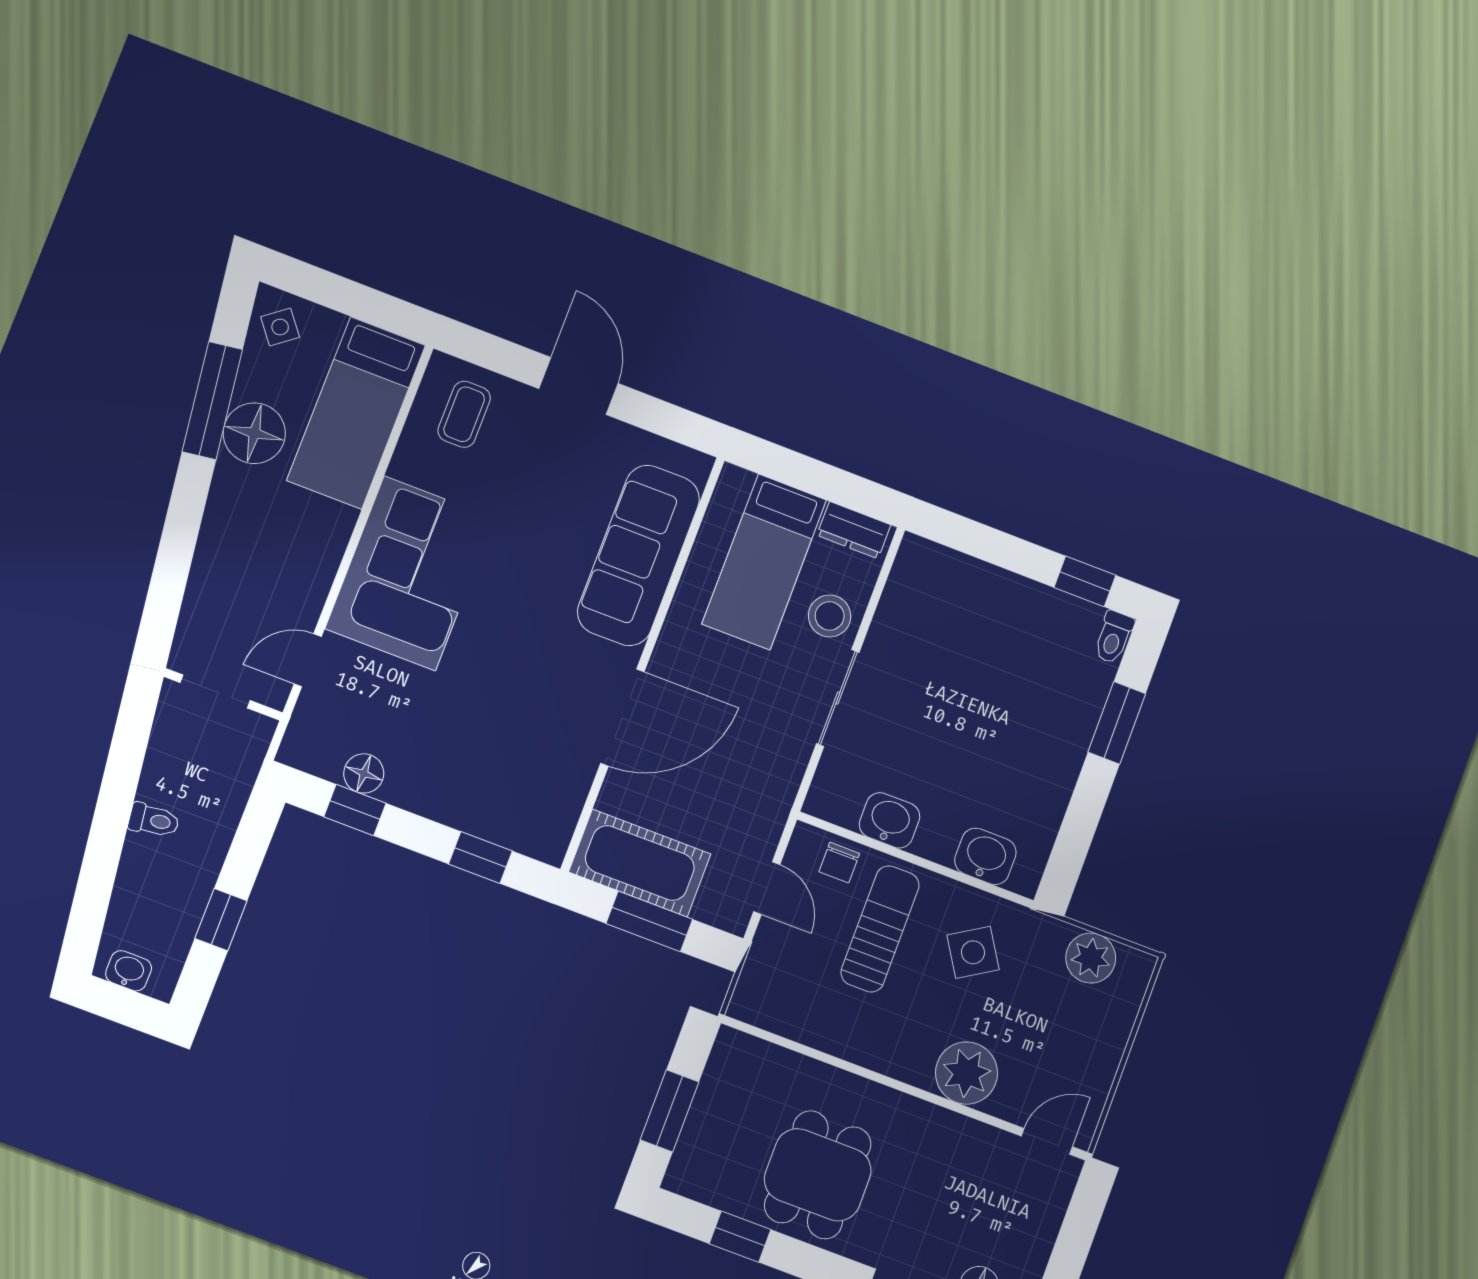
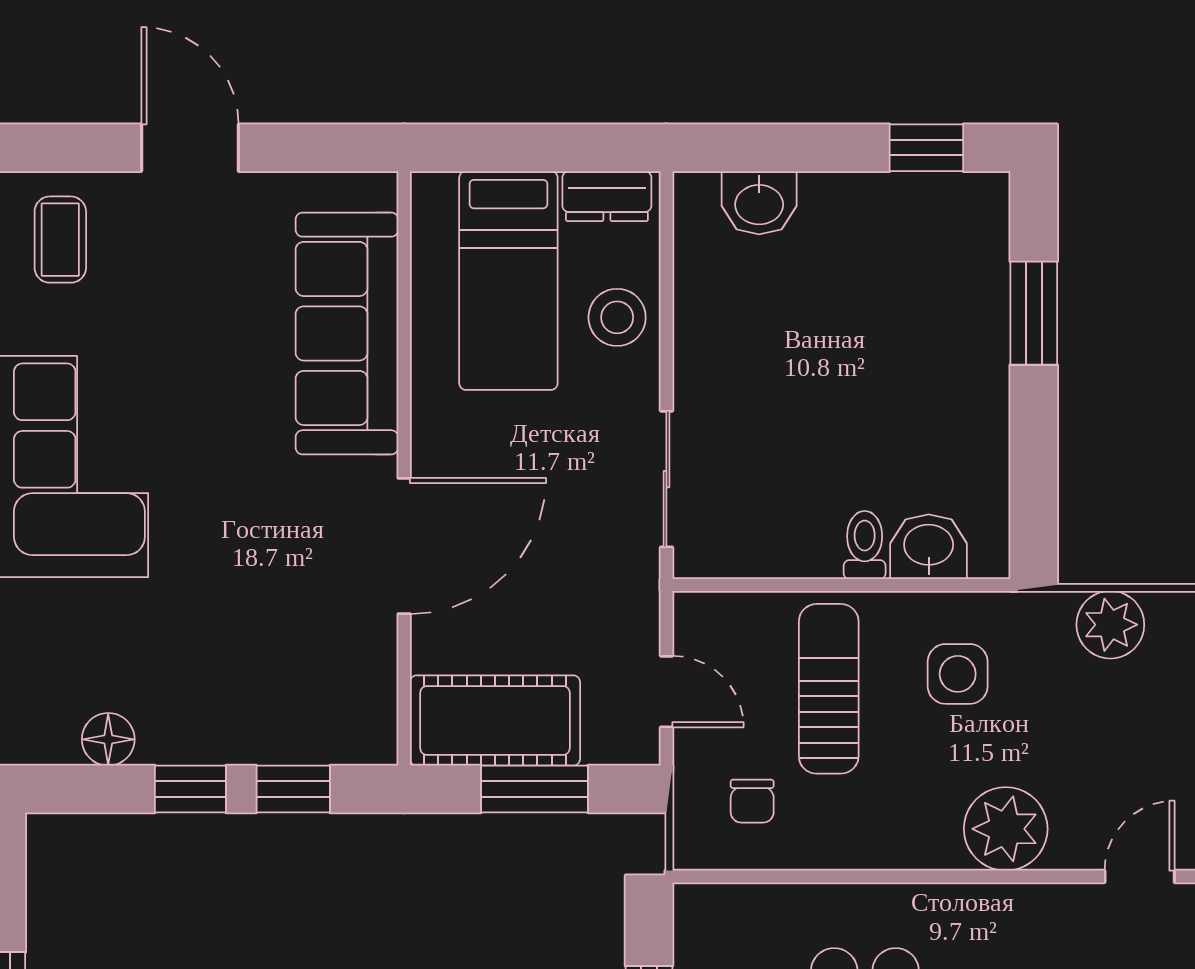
toilet: (1114, 637) -> (865, 545), moved, turned 180
sliding door: (838, 698) -> (666, 479), moved
window: (355, 810) -> (190, 789), moved
washbasin: (890, 820) -> (759, 203), moved, turned 180
chair: (839, 863) -> (752, 801), moved
side table: (973, 952) -> (958, 674), turned 32

